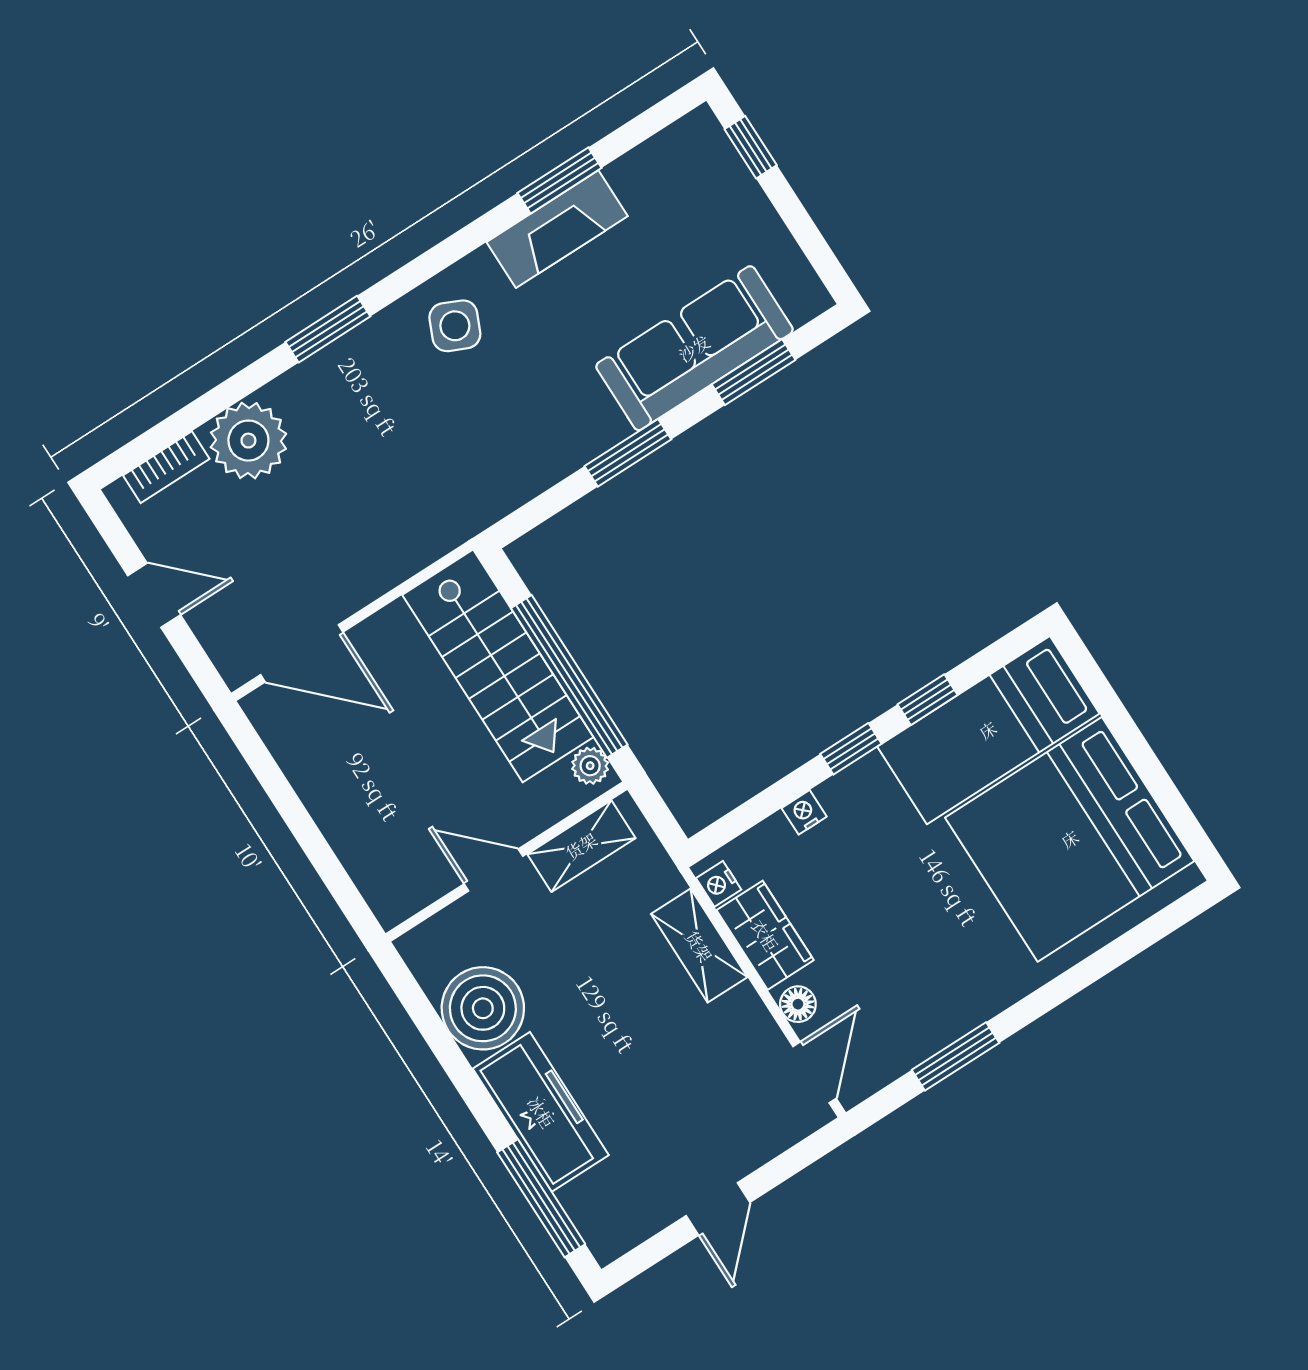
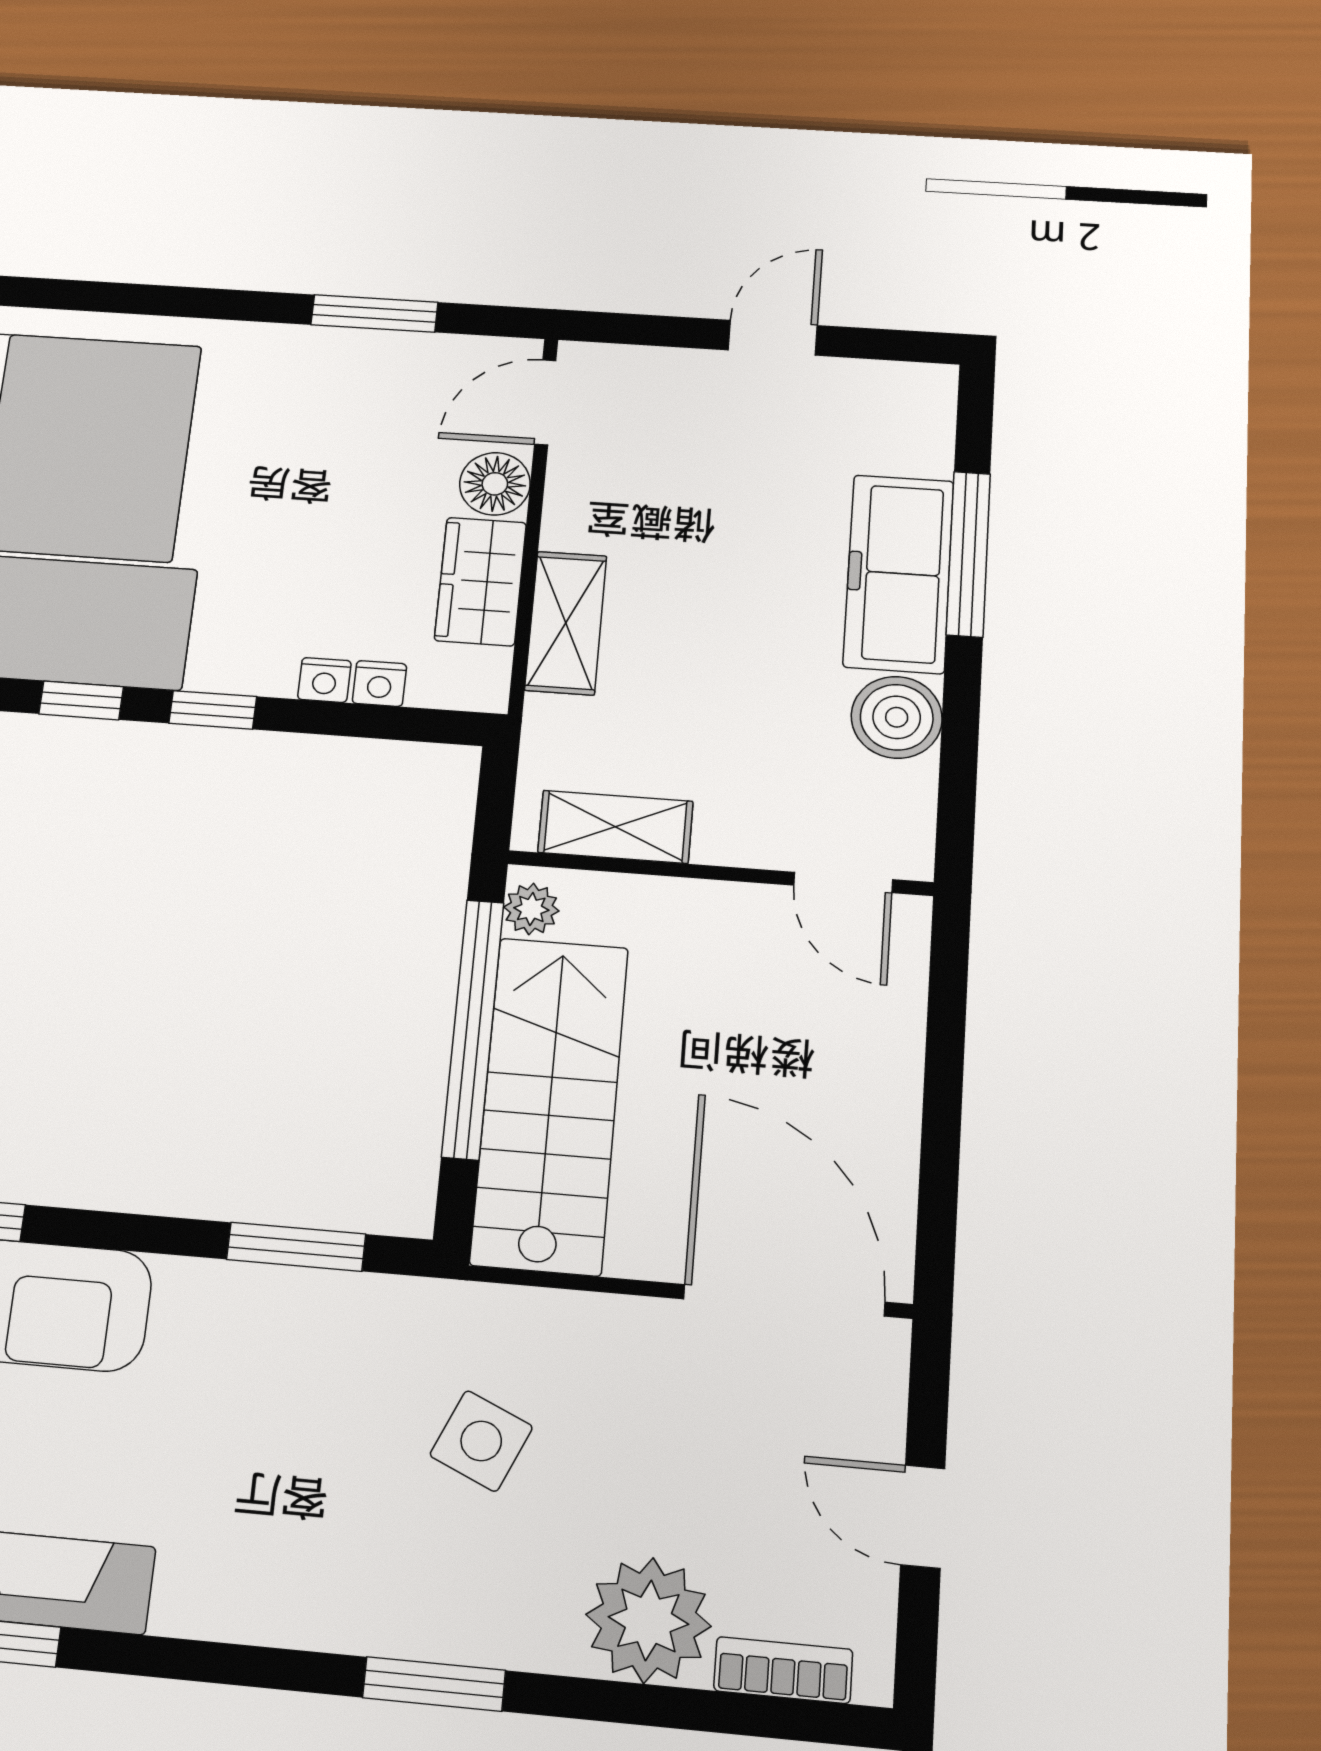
side table: (455, 326) -> (481, 1441), moved
window: (628, 453) -> (296, 1247), moved
door: (302, 653) -> (784, 1300), width x1.36
door: (493, 870) -> (843, 882), moved
nightstand: (719, 884) -> (379, 684), moved, turned 90
floor lamp: (798, 1004) -> (495, 484), width x1.37, depth x1.37
boiler: (483, 1008) -> (897, 717), width x0.73, depth x0.73
window: (541, 1198) -> (968, 554), moved

